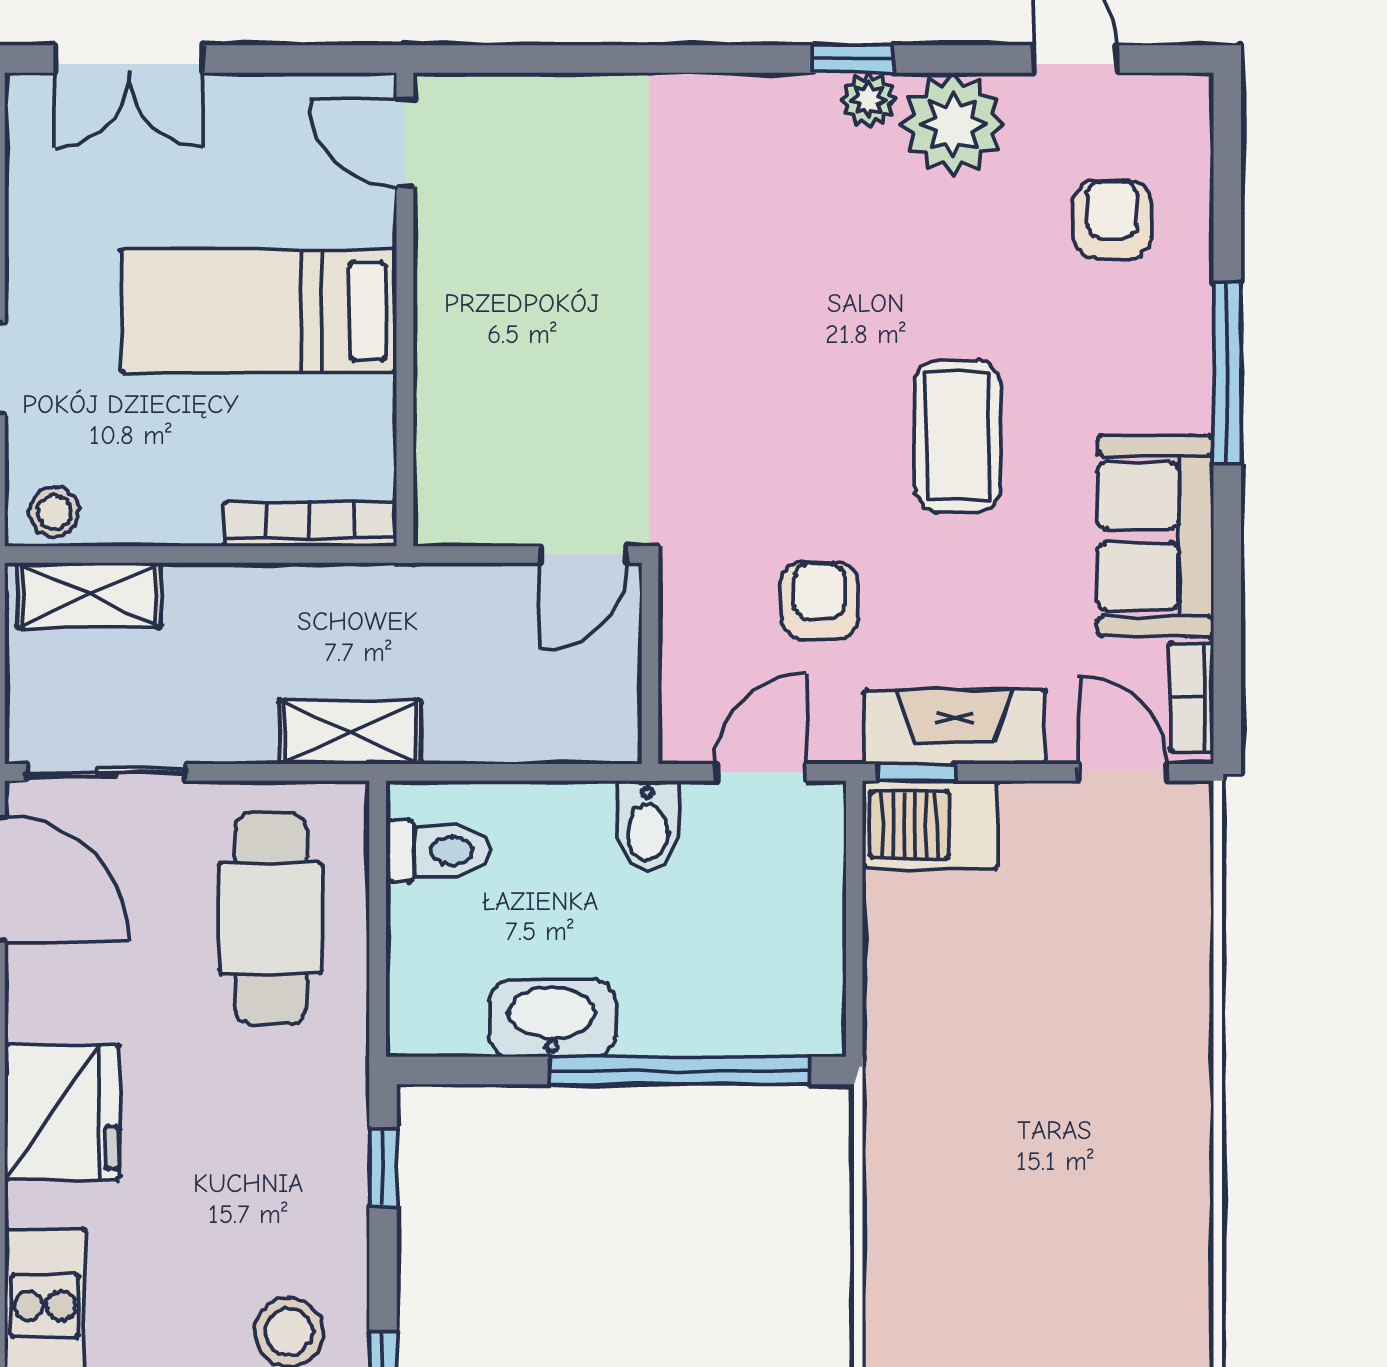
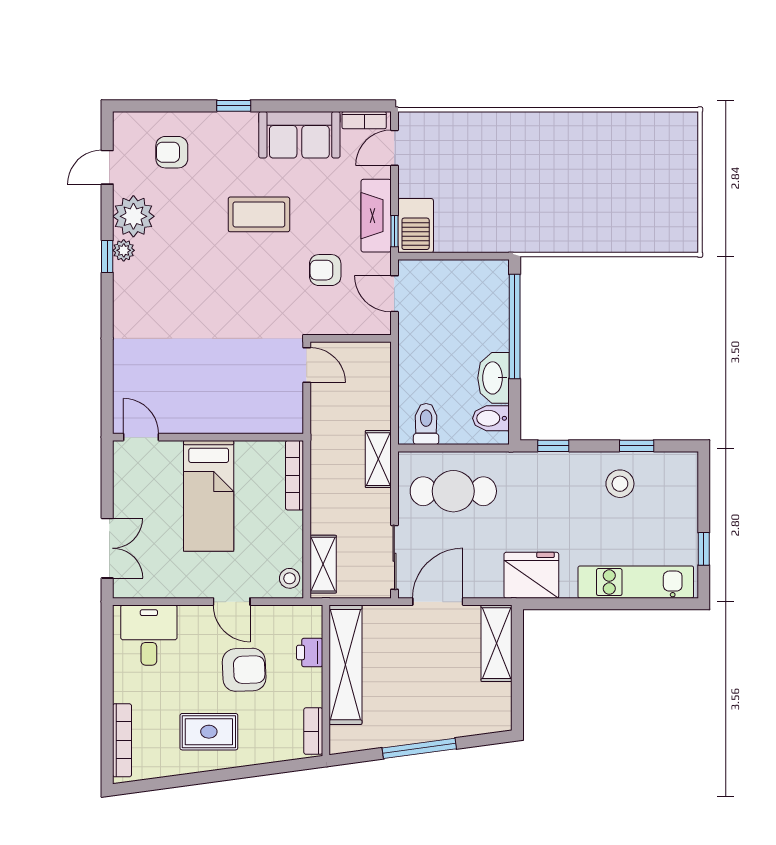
door: (405, 143) -> (141, 437), swing flipped
window: (1227, 373) -> (234, 106), width x0.46
bidet: (647, 826) -> (491, 418), moved, turned 180

